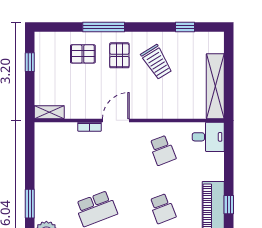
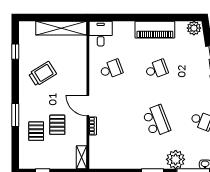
window: (104, 27) -> (15, 115), width x0.69
pallet: (119, 55) -> (57, 125), moved, turned 90
window: (229, 205) -> (153, 18), removed

